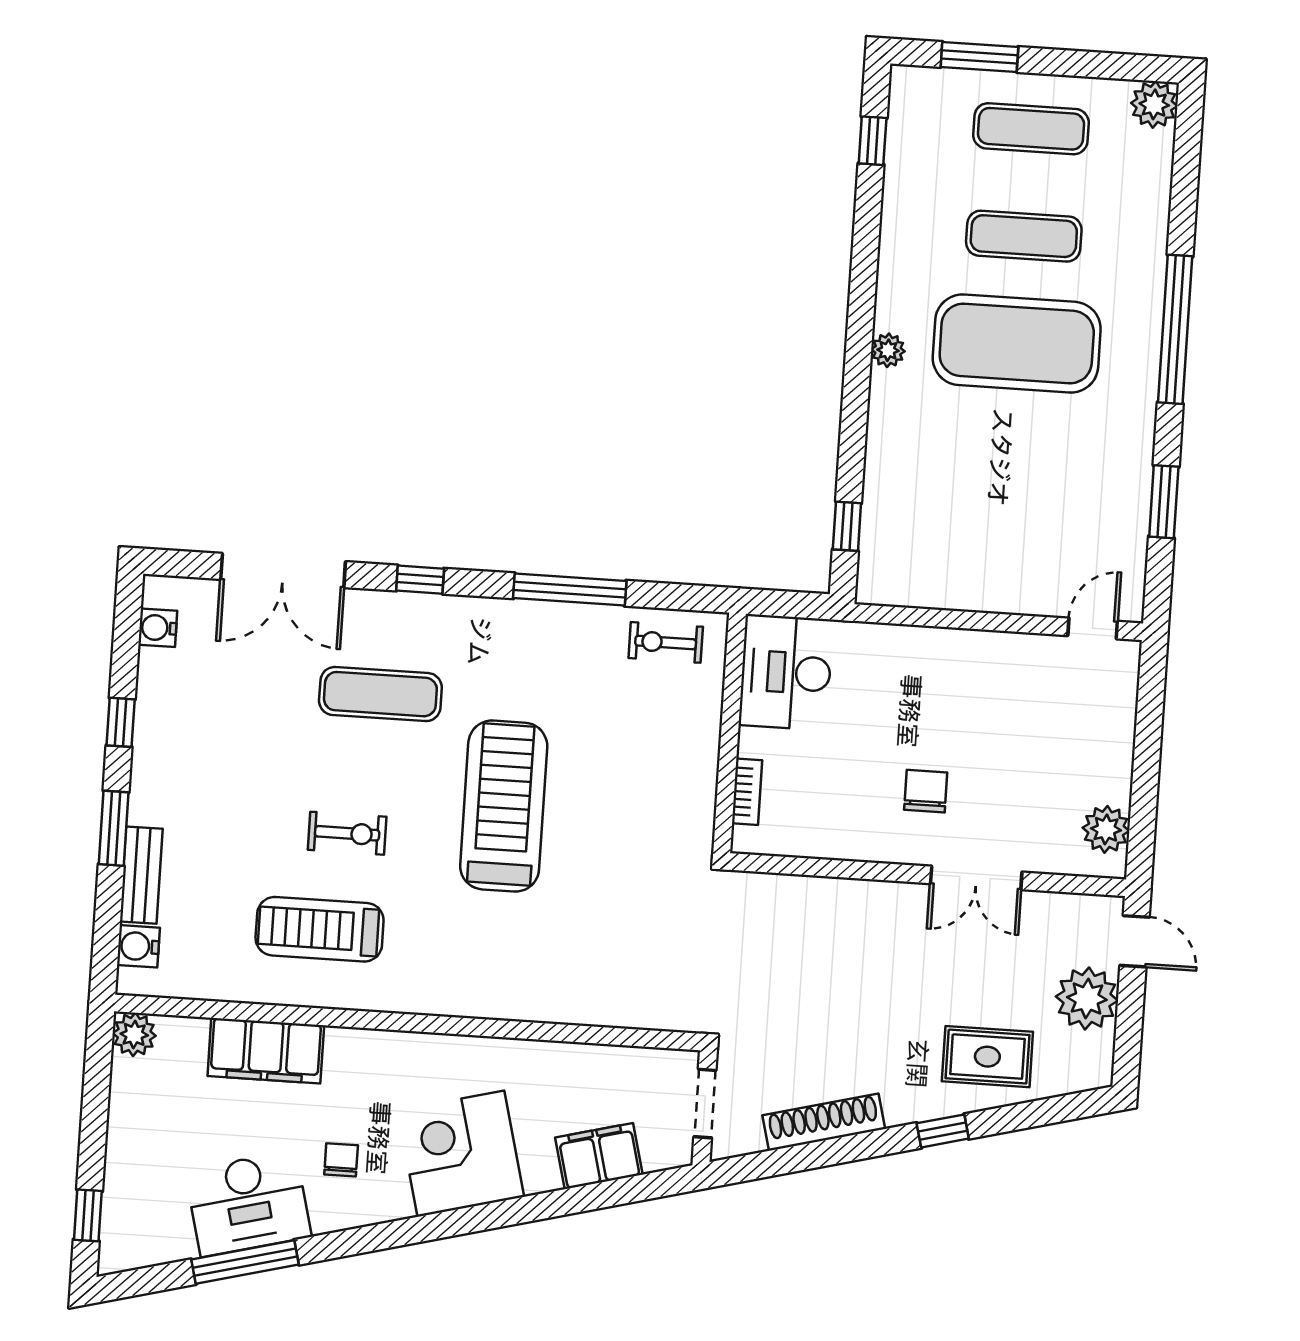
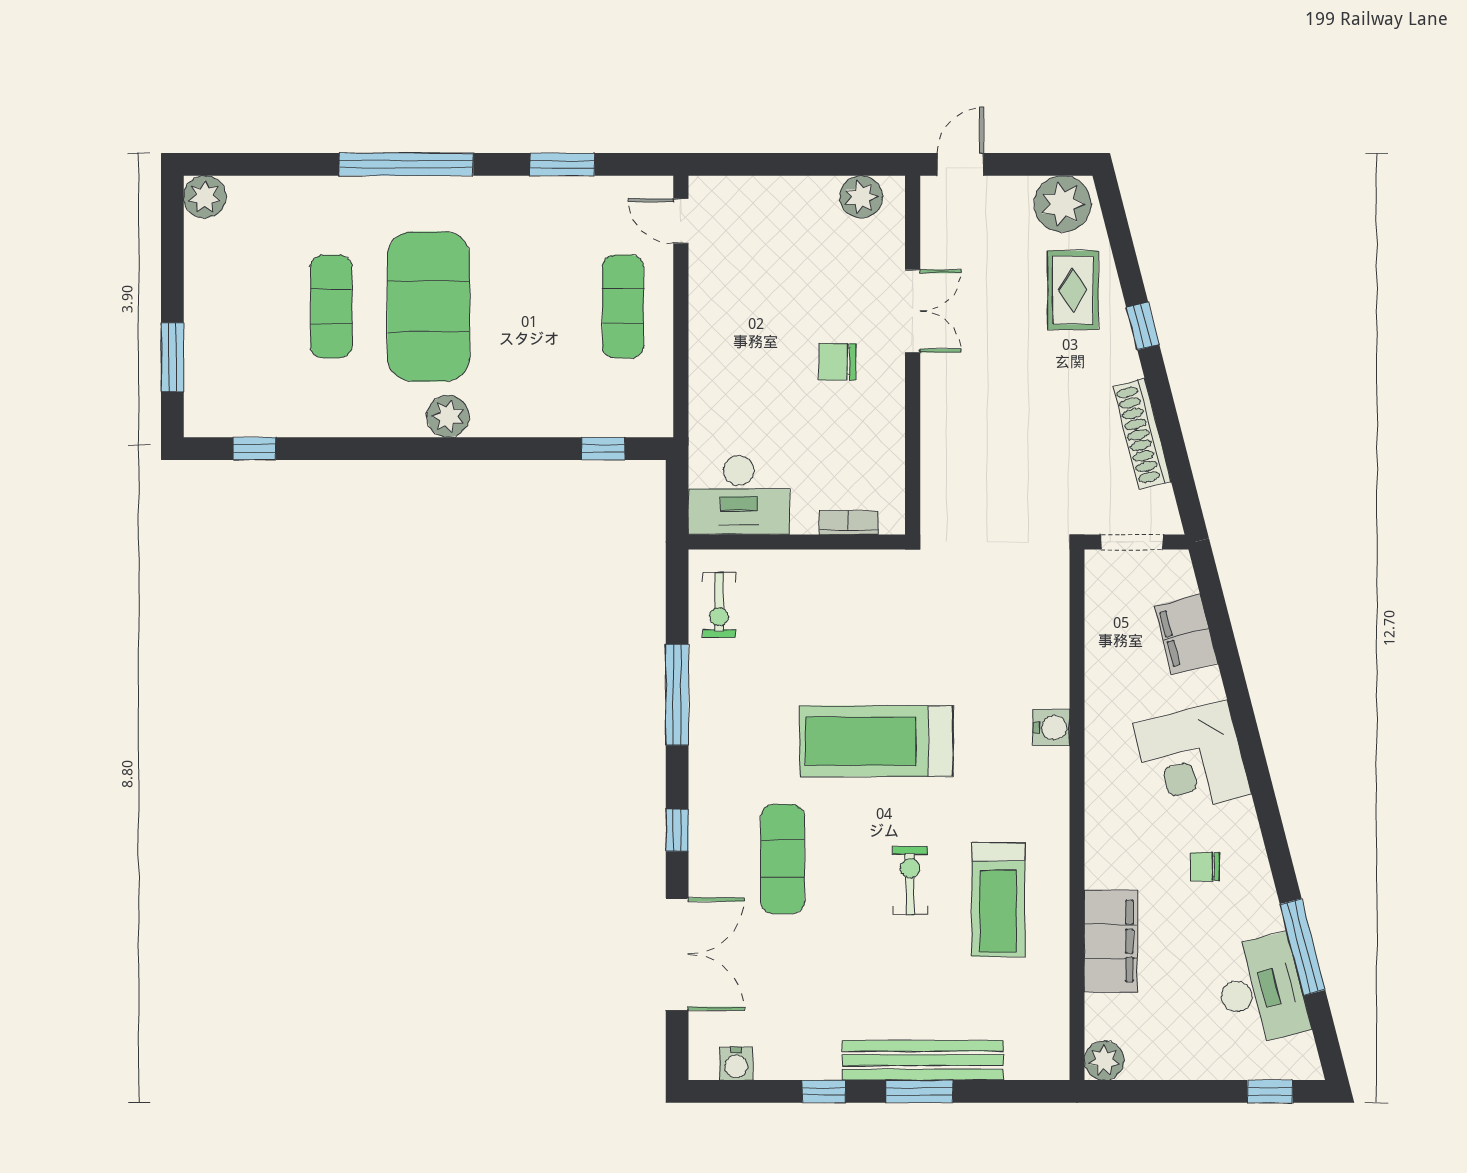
exercise mat: (1031, 129) -> (623, 306), moved
plant: (888, 350) -> (448, 416), width x1.38, depth x1.38
bench: (141, 875) -> (923, 1060), width x1.86, depth x1.21
water cooler: (138, 946) -> (1051, 728), moved, turned -90
plant: (1087, 999) -> (1063, 204), moved
desk: (248, 1204) -> (1261, 990), moved

